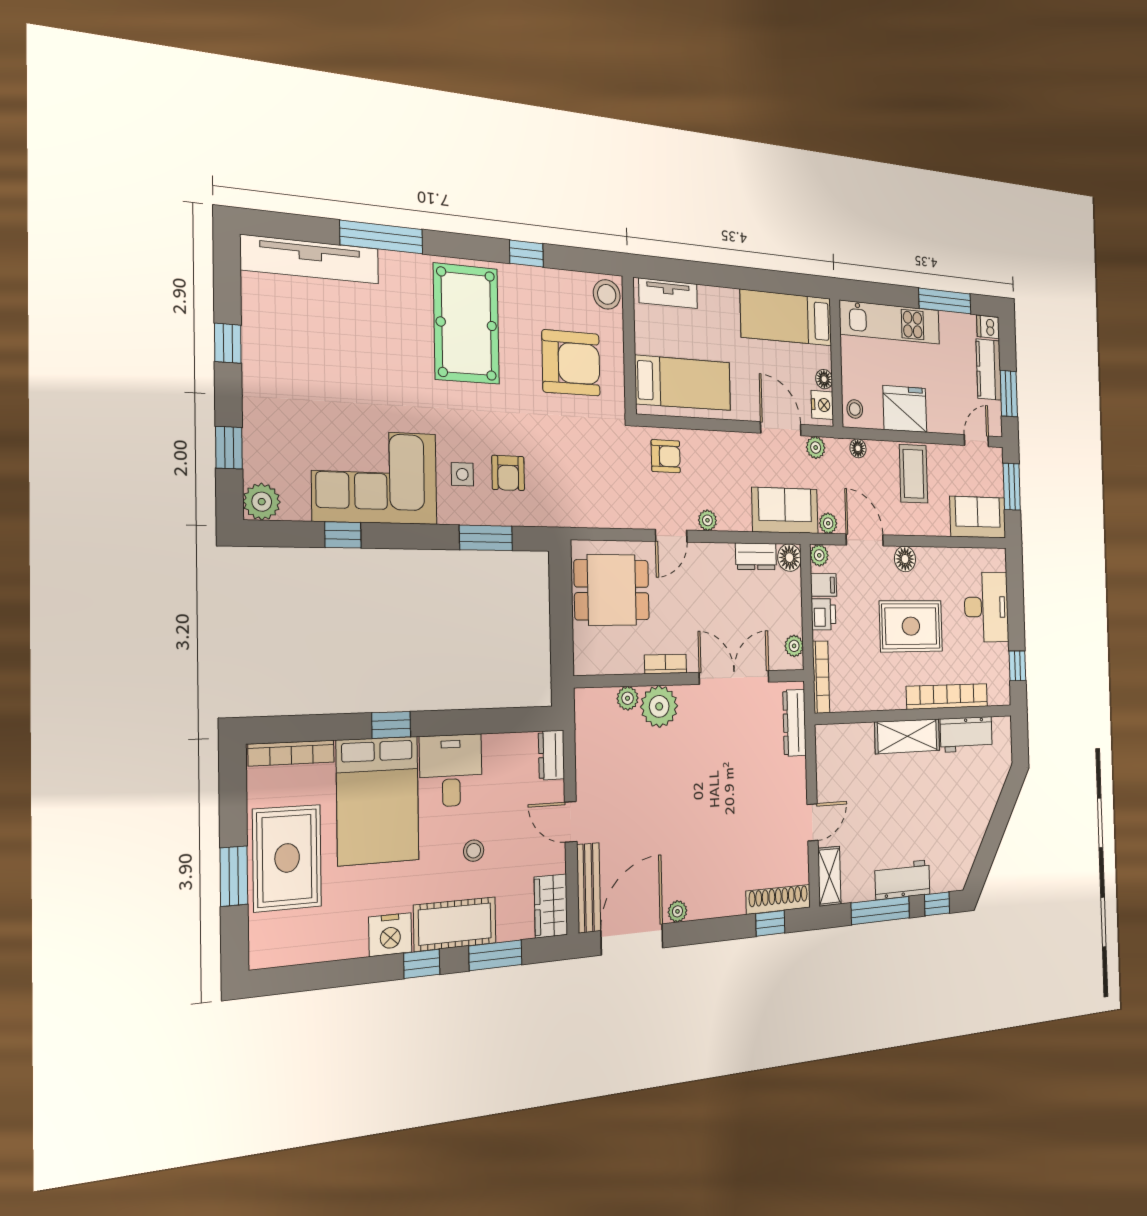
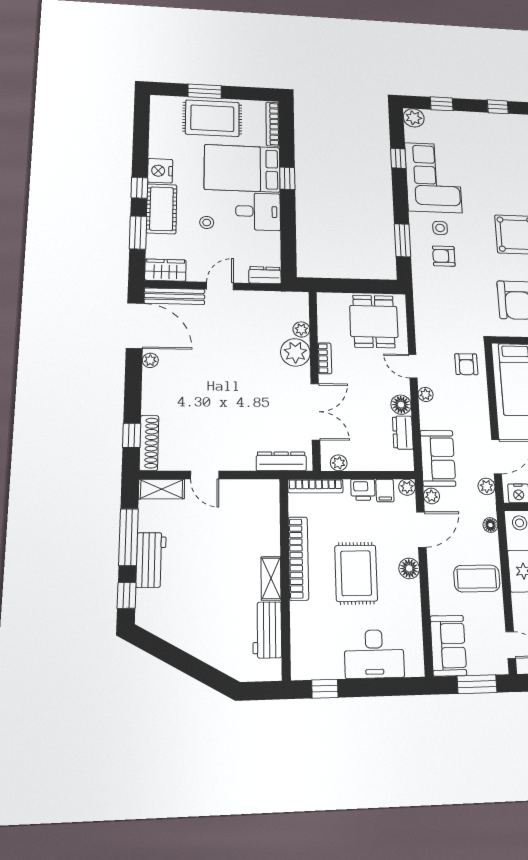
floor lamp: (789, 558) -> (401, 405), moved
bookcase: (947, 696) -> (298, 558), moved
shelving: (907, 736) -> (271, 578), width x0.67, depth x0.75

